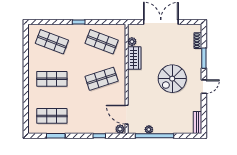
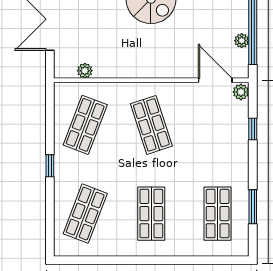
wardrobe: (134, 58) -> (114, 67), removed
door: (127, 115) -> (215, 80), swing flipped

